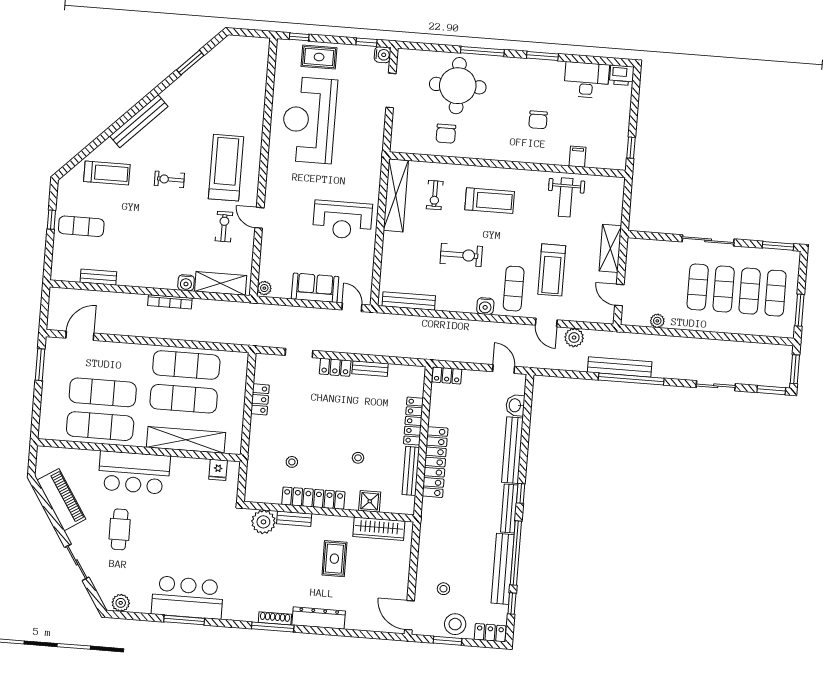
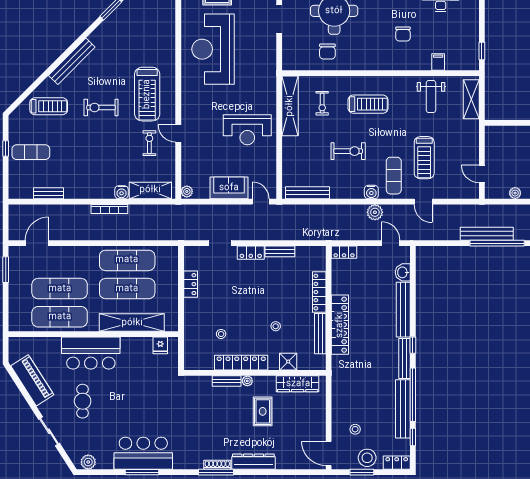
treadmill: (226, 168) -> (147, 94), turned 180
exercise bike: (169, 179) -> (101, 107), width x1.38, depth x1.39
shelving: (610, 248) -> (471, 99), moved
plant: (574, 338) -> (375, 212), moved
plant: (263, 522) -> (247, 381), moved, width x0.53, depth x0.53

